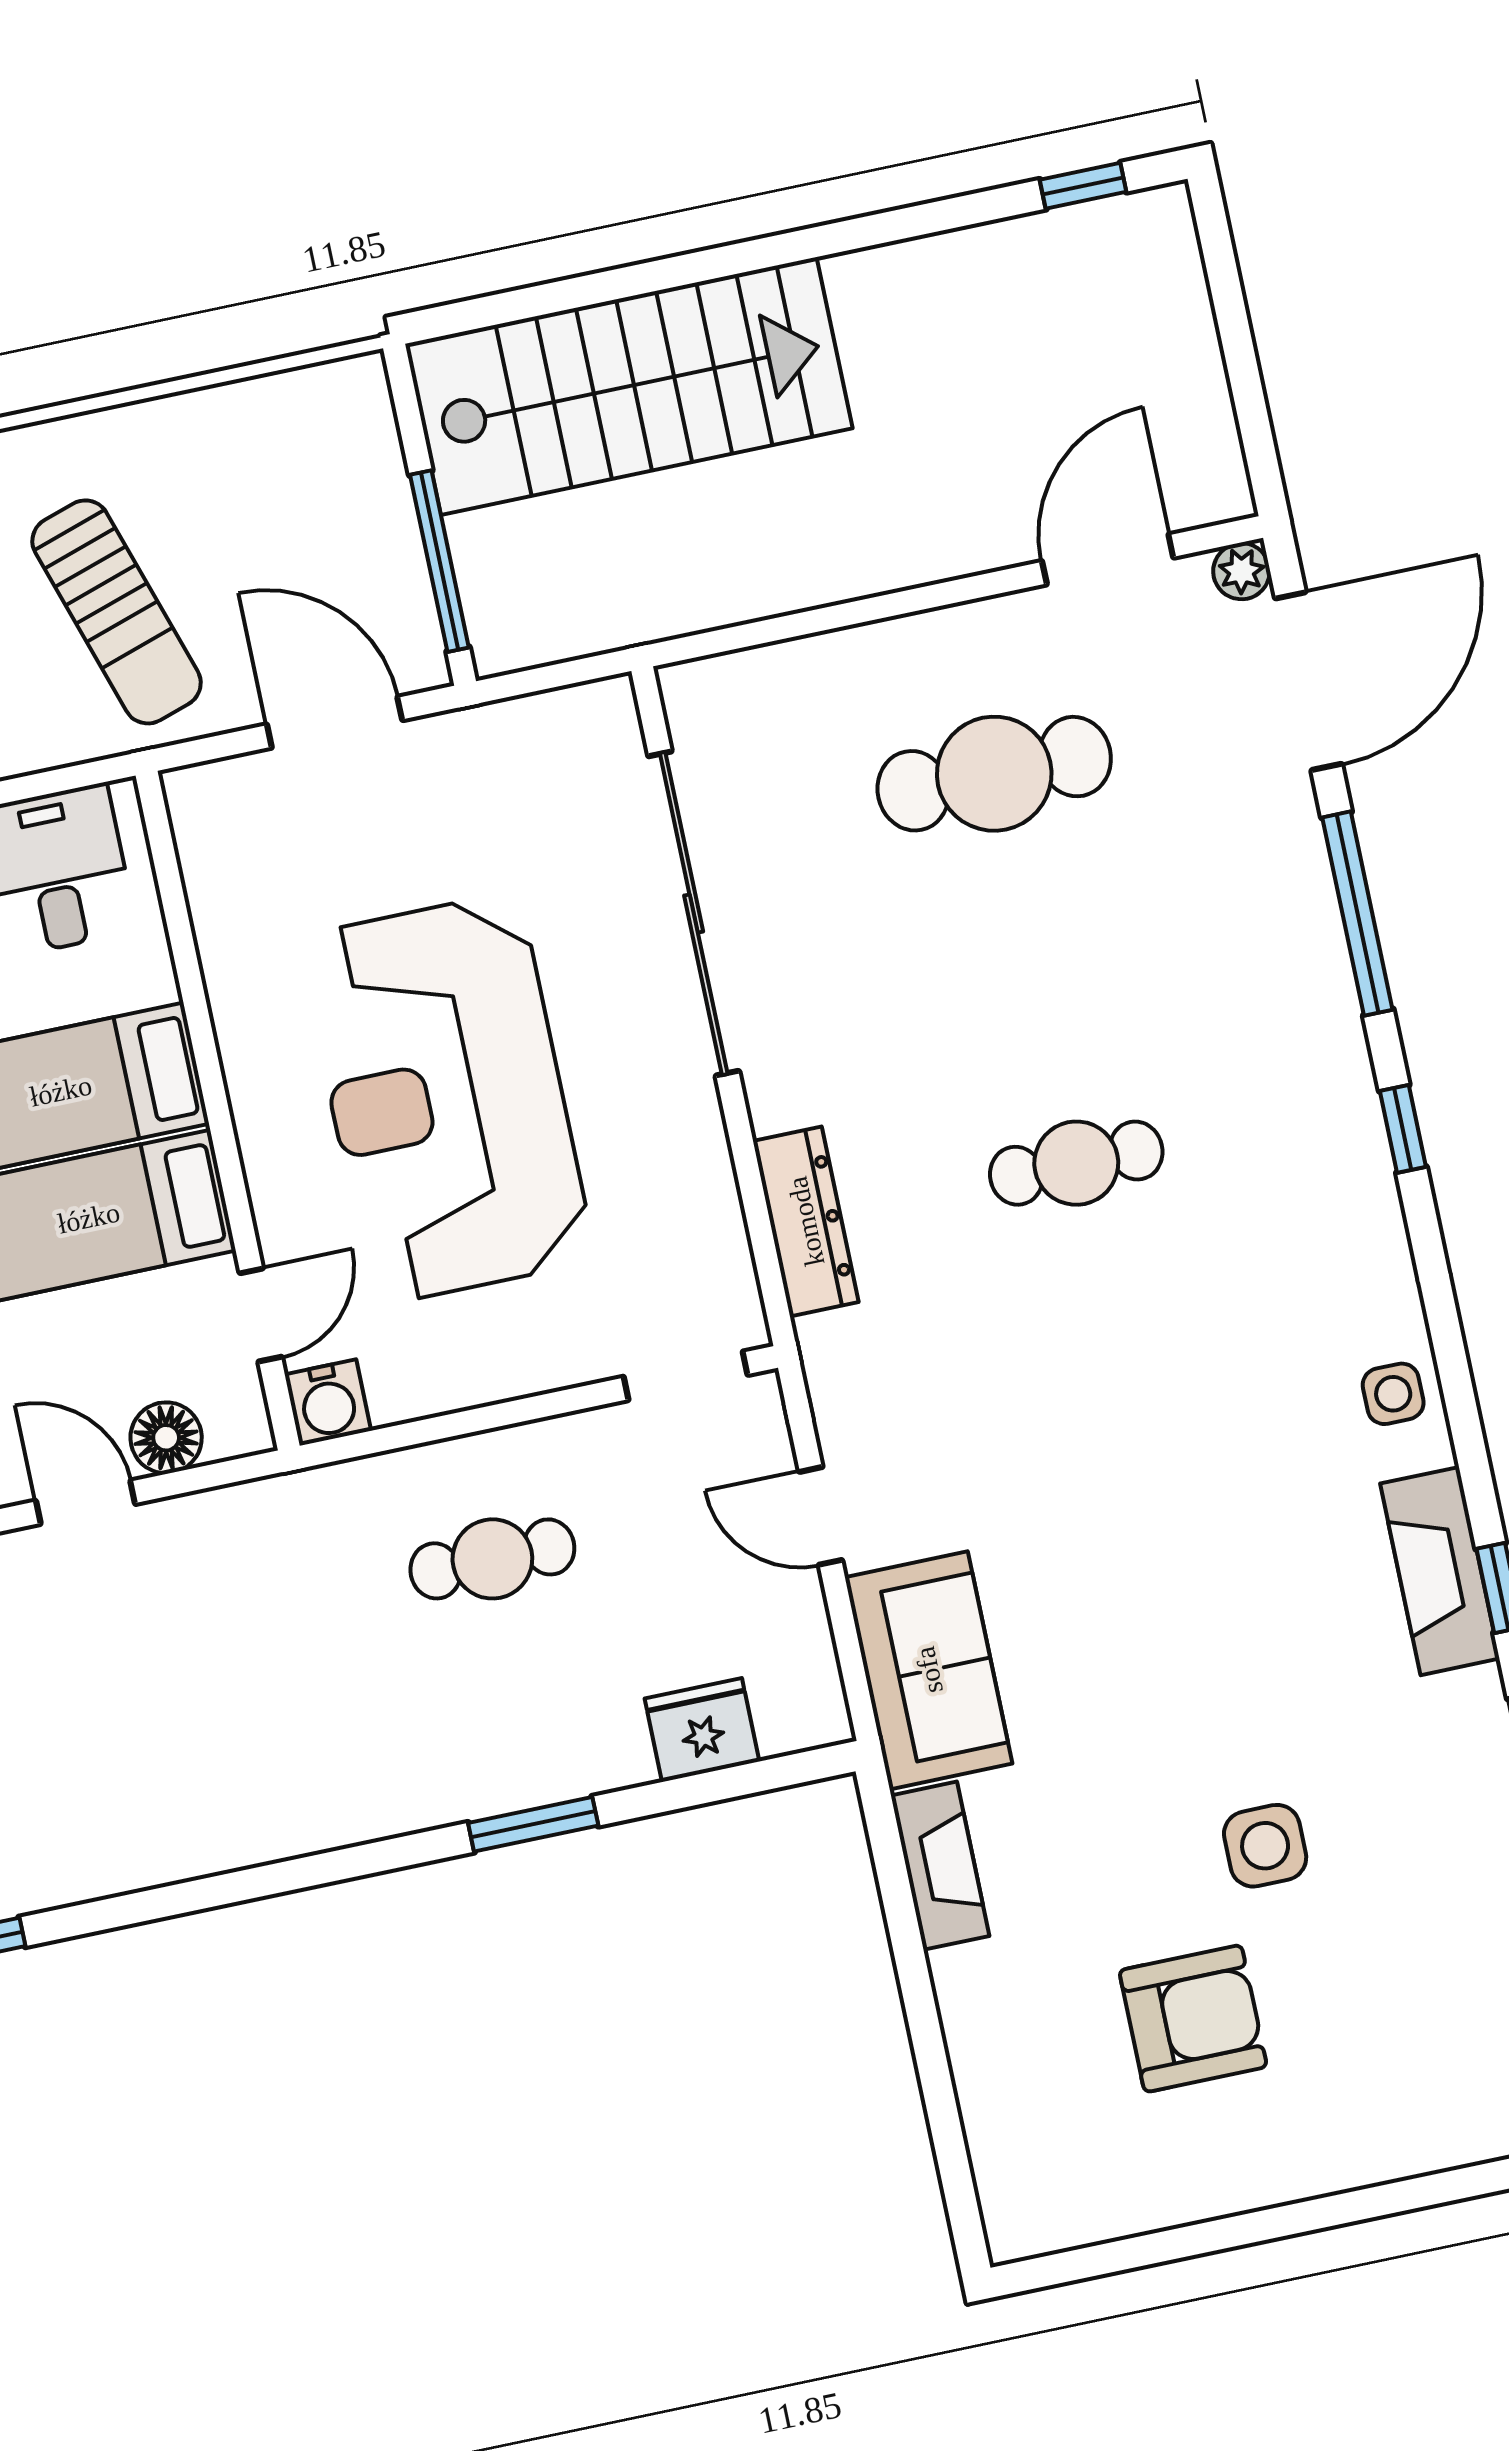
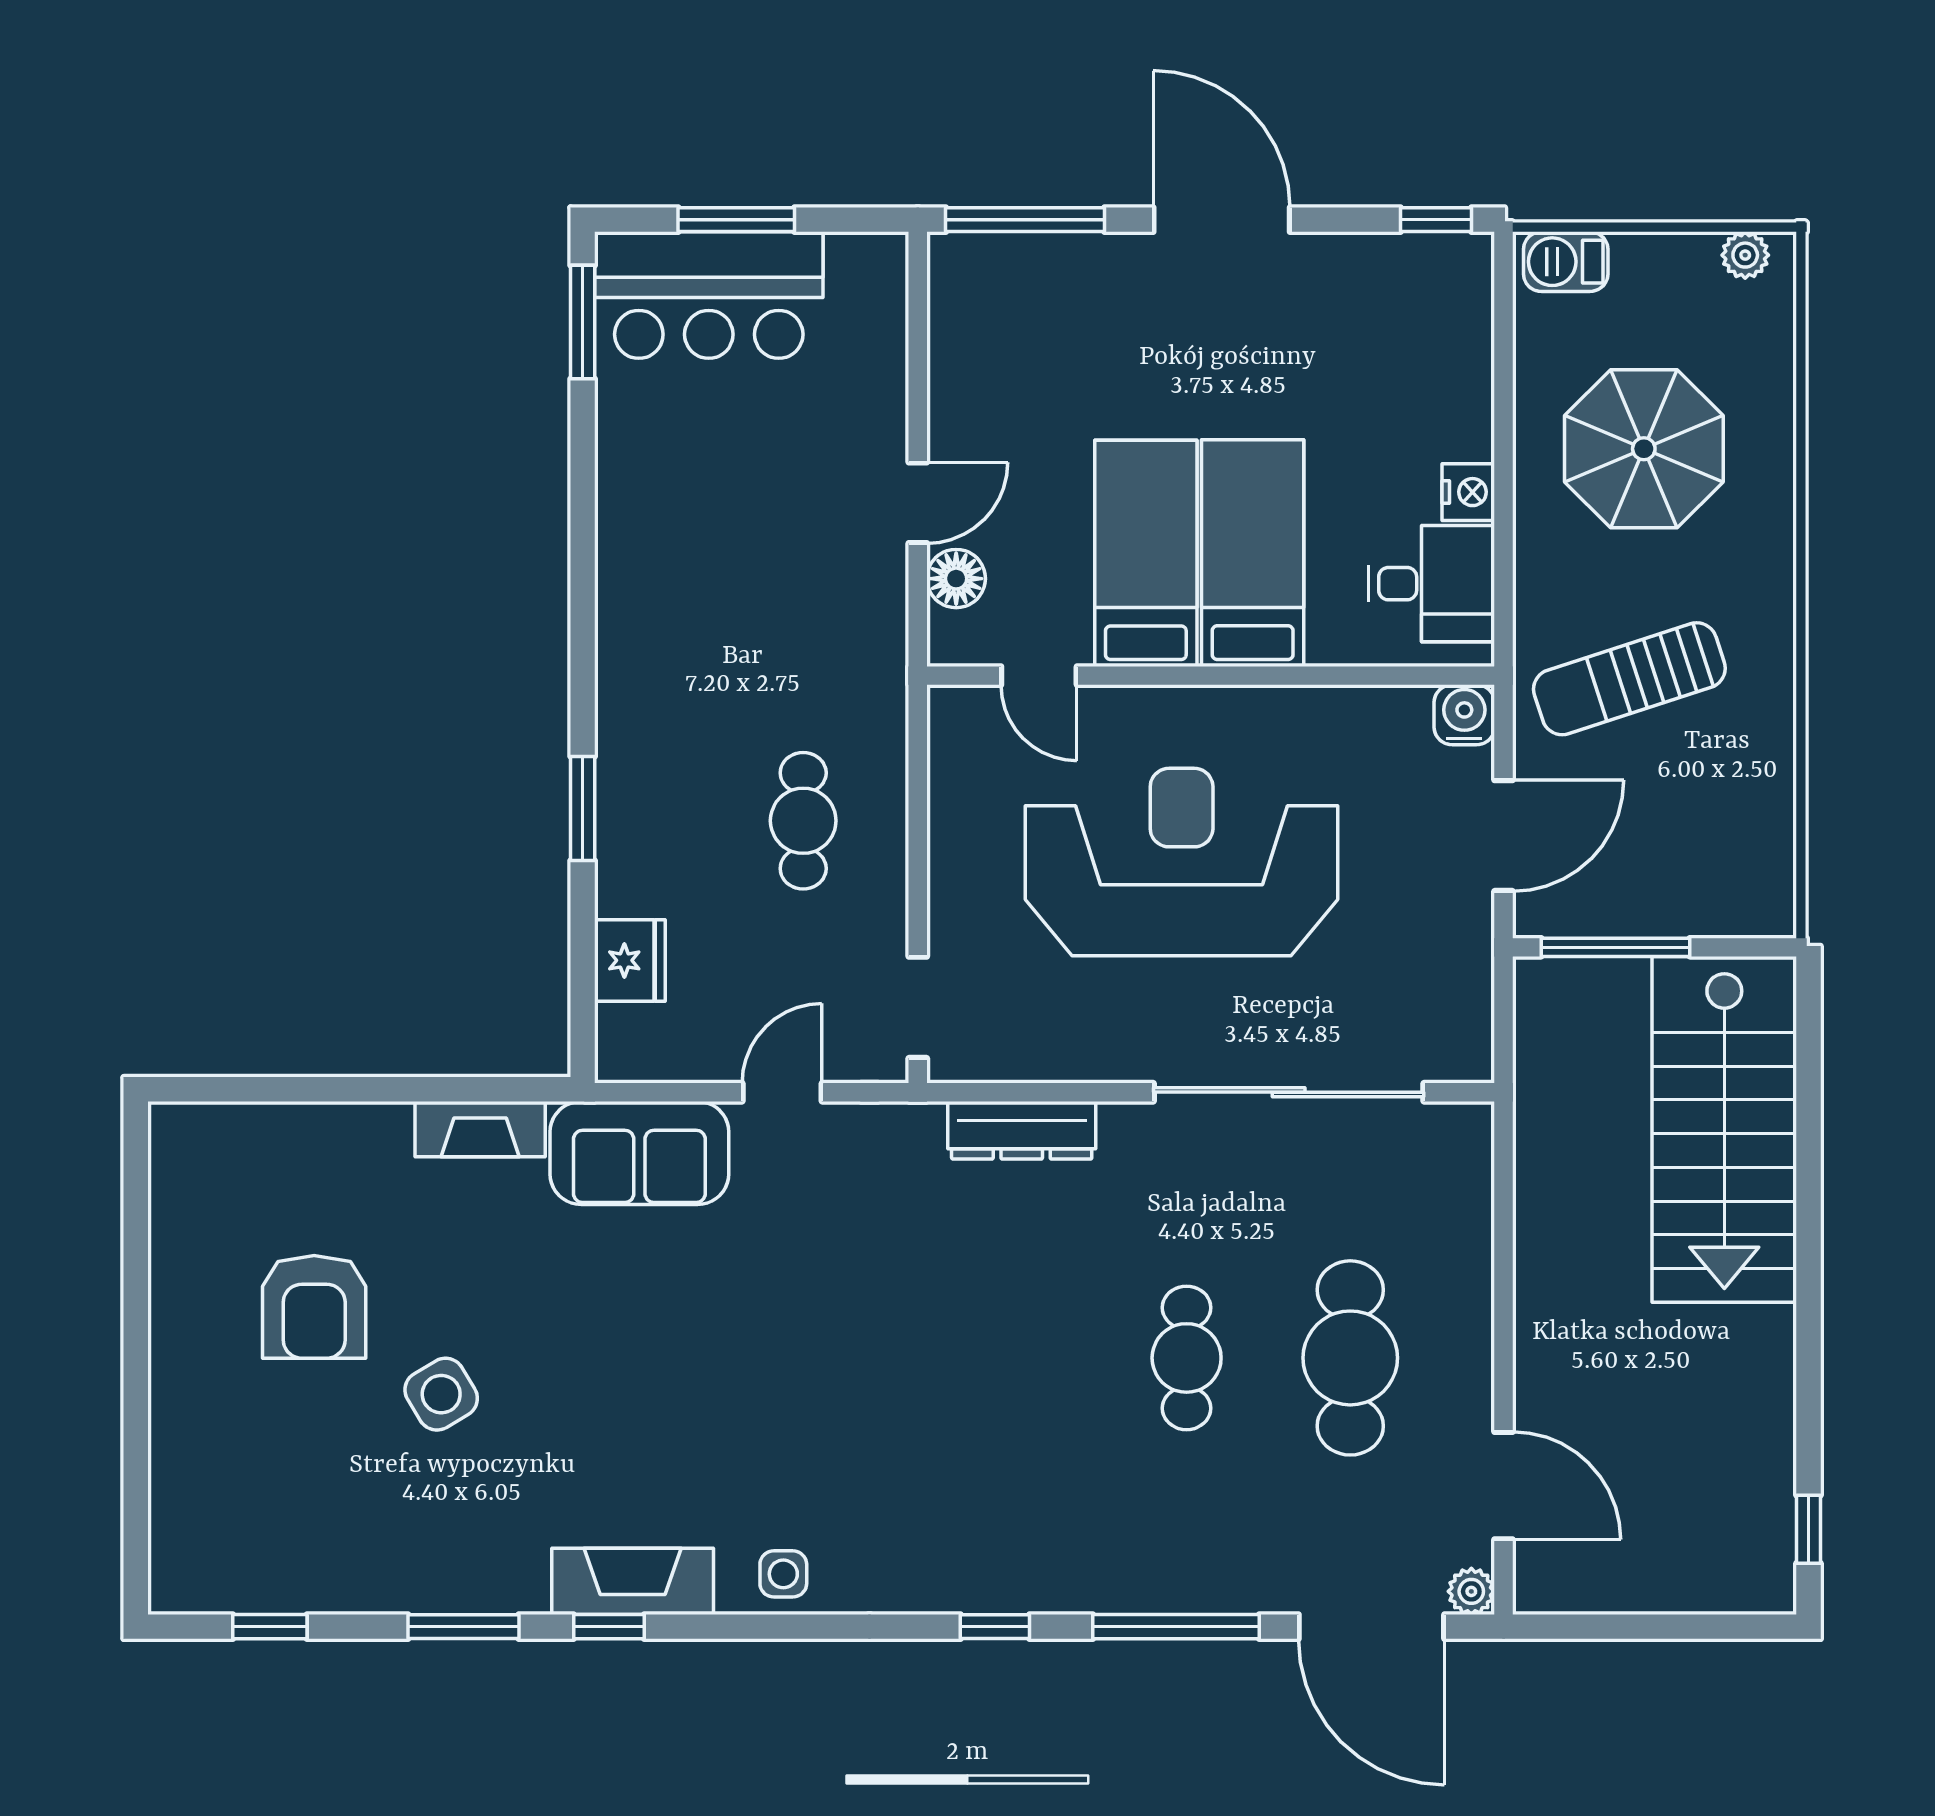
cafe table: (1076, 1163) -> (1187, 1358), moved
water cooler: (328, 1403) -> (1464, 715), moved, turned 90
side table: (1265, 1846) -> (441, 1394), turned -31

